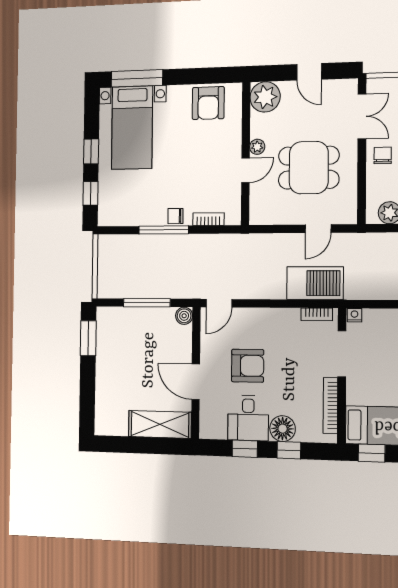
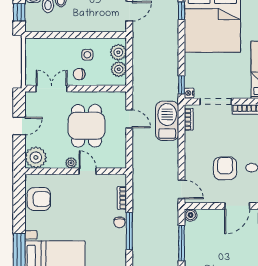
window: (366, 304) -> (181, 85), added

